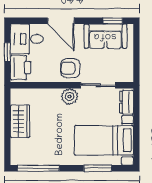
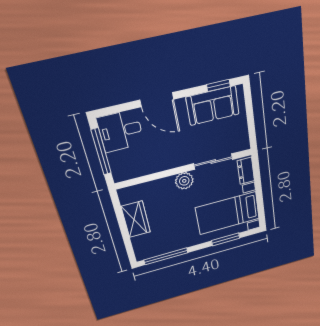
window: (7, 52) -> (101, 152), width x2.17
printer: (21, 68) -> (122, 165), removed
armchair: (70, 68) -> (179, 151), removed

